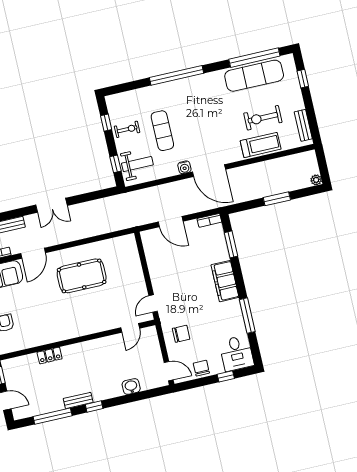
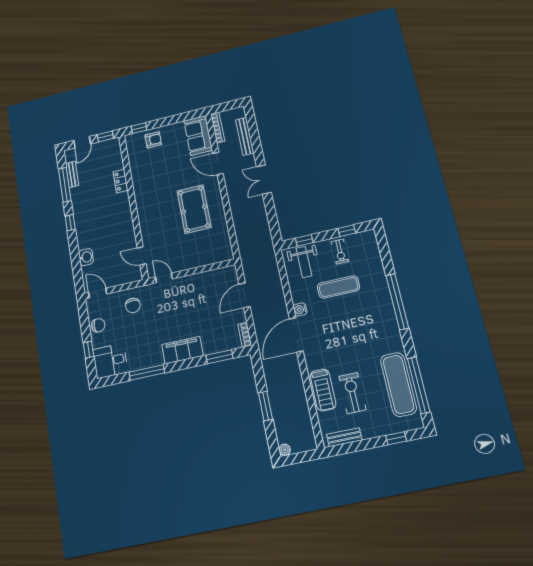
door: (169, 371) -> (98, 293), swing flipped
bench: (78, 400) -> (72, 174), moved

